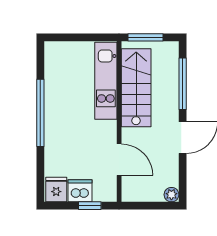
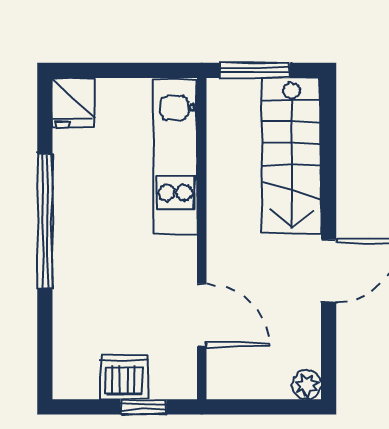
window: (183, 84) -> (329, 163), removed
stairs: (136, 88) -> (292, 156), moved, turned 180
fridge: (56, 190) -> (73, 103), moved, turned 180

